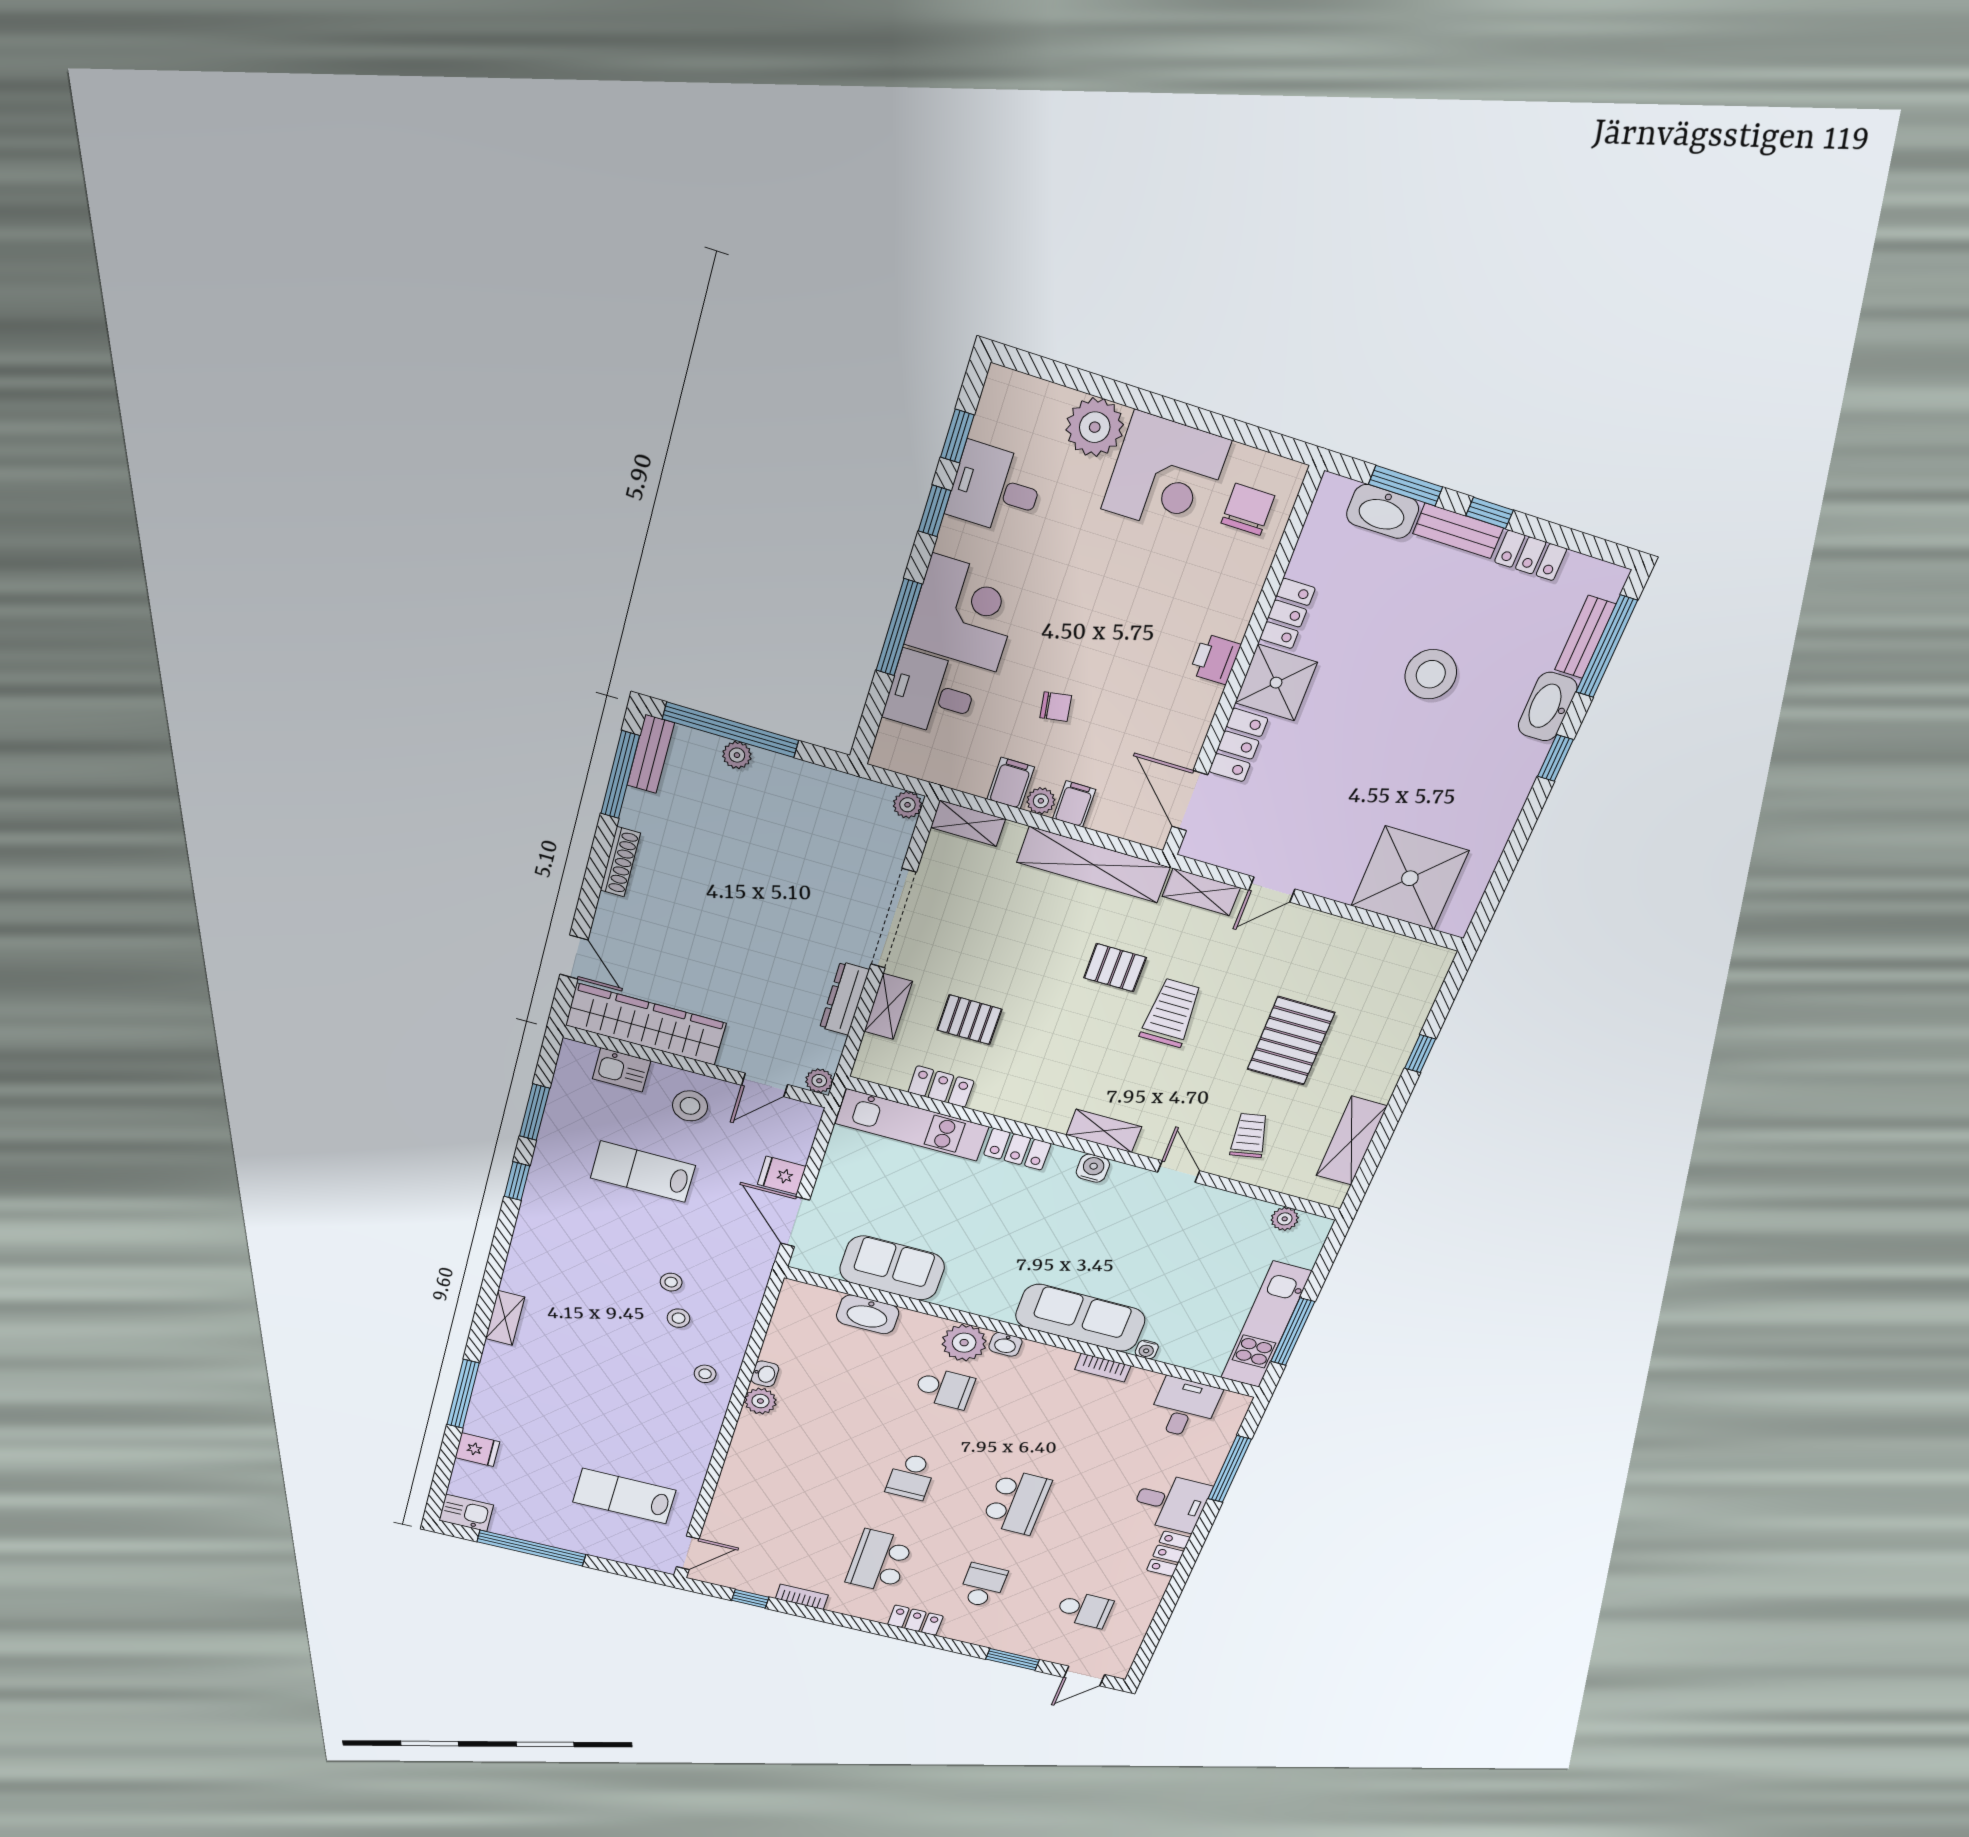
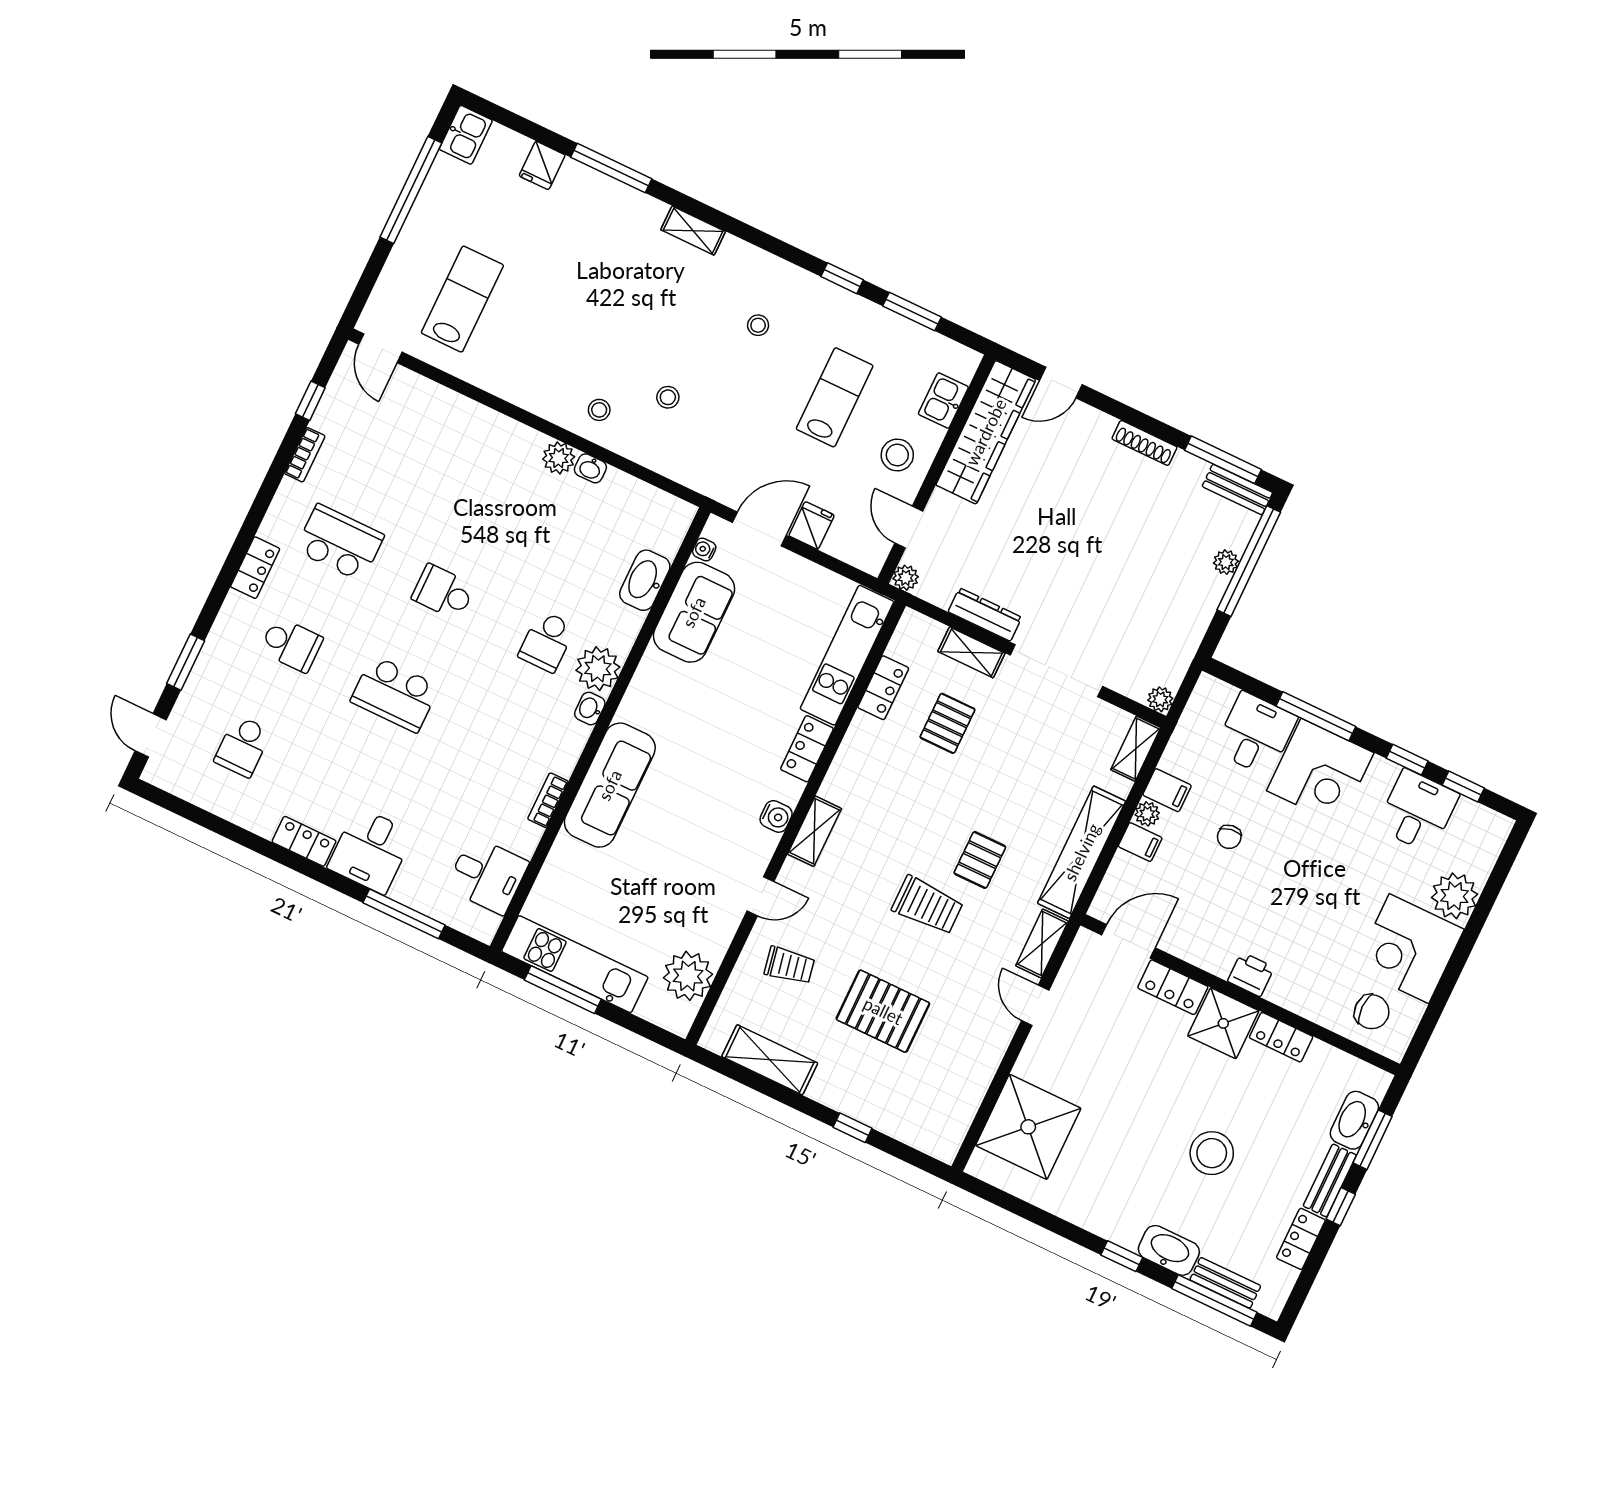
plant: (1285, 1219) -> (688, 976), width x1.87, depth x1.87
stool: (671, 1282) -> (758, 325), moved
water cooler: (1147, 1350) -> (704, 550), moved

